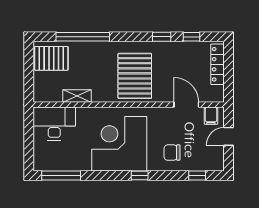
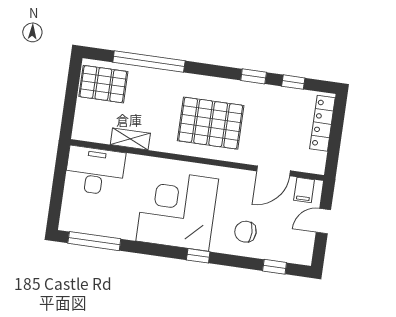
pallet: (135, 76) -> (211, 123), turned 90
door: (186, 105) -> (273, 171), swing flipped

